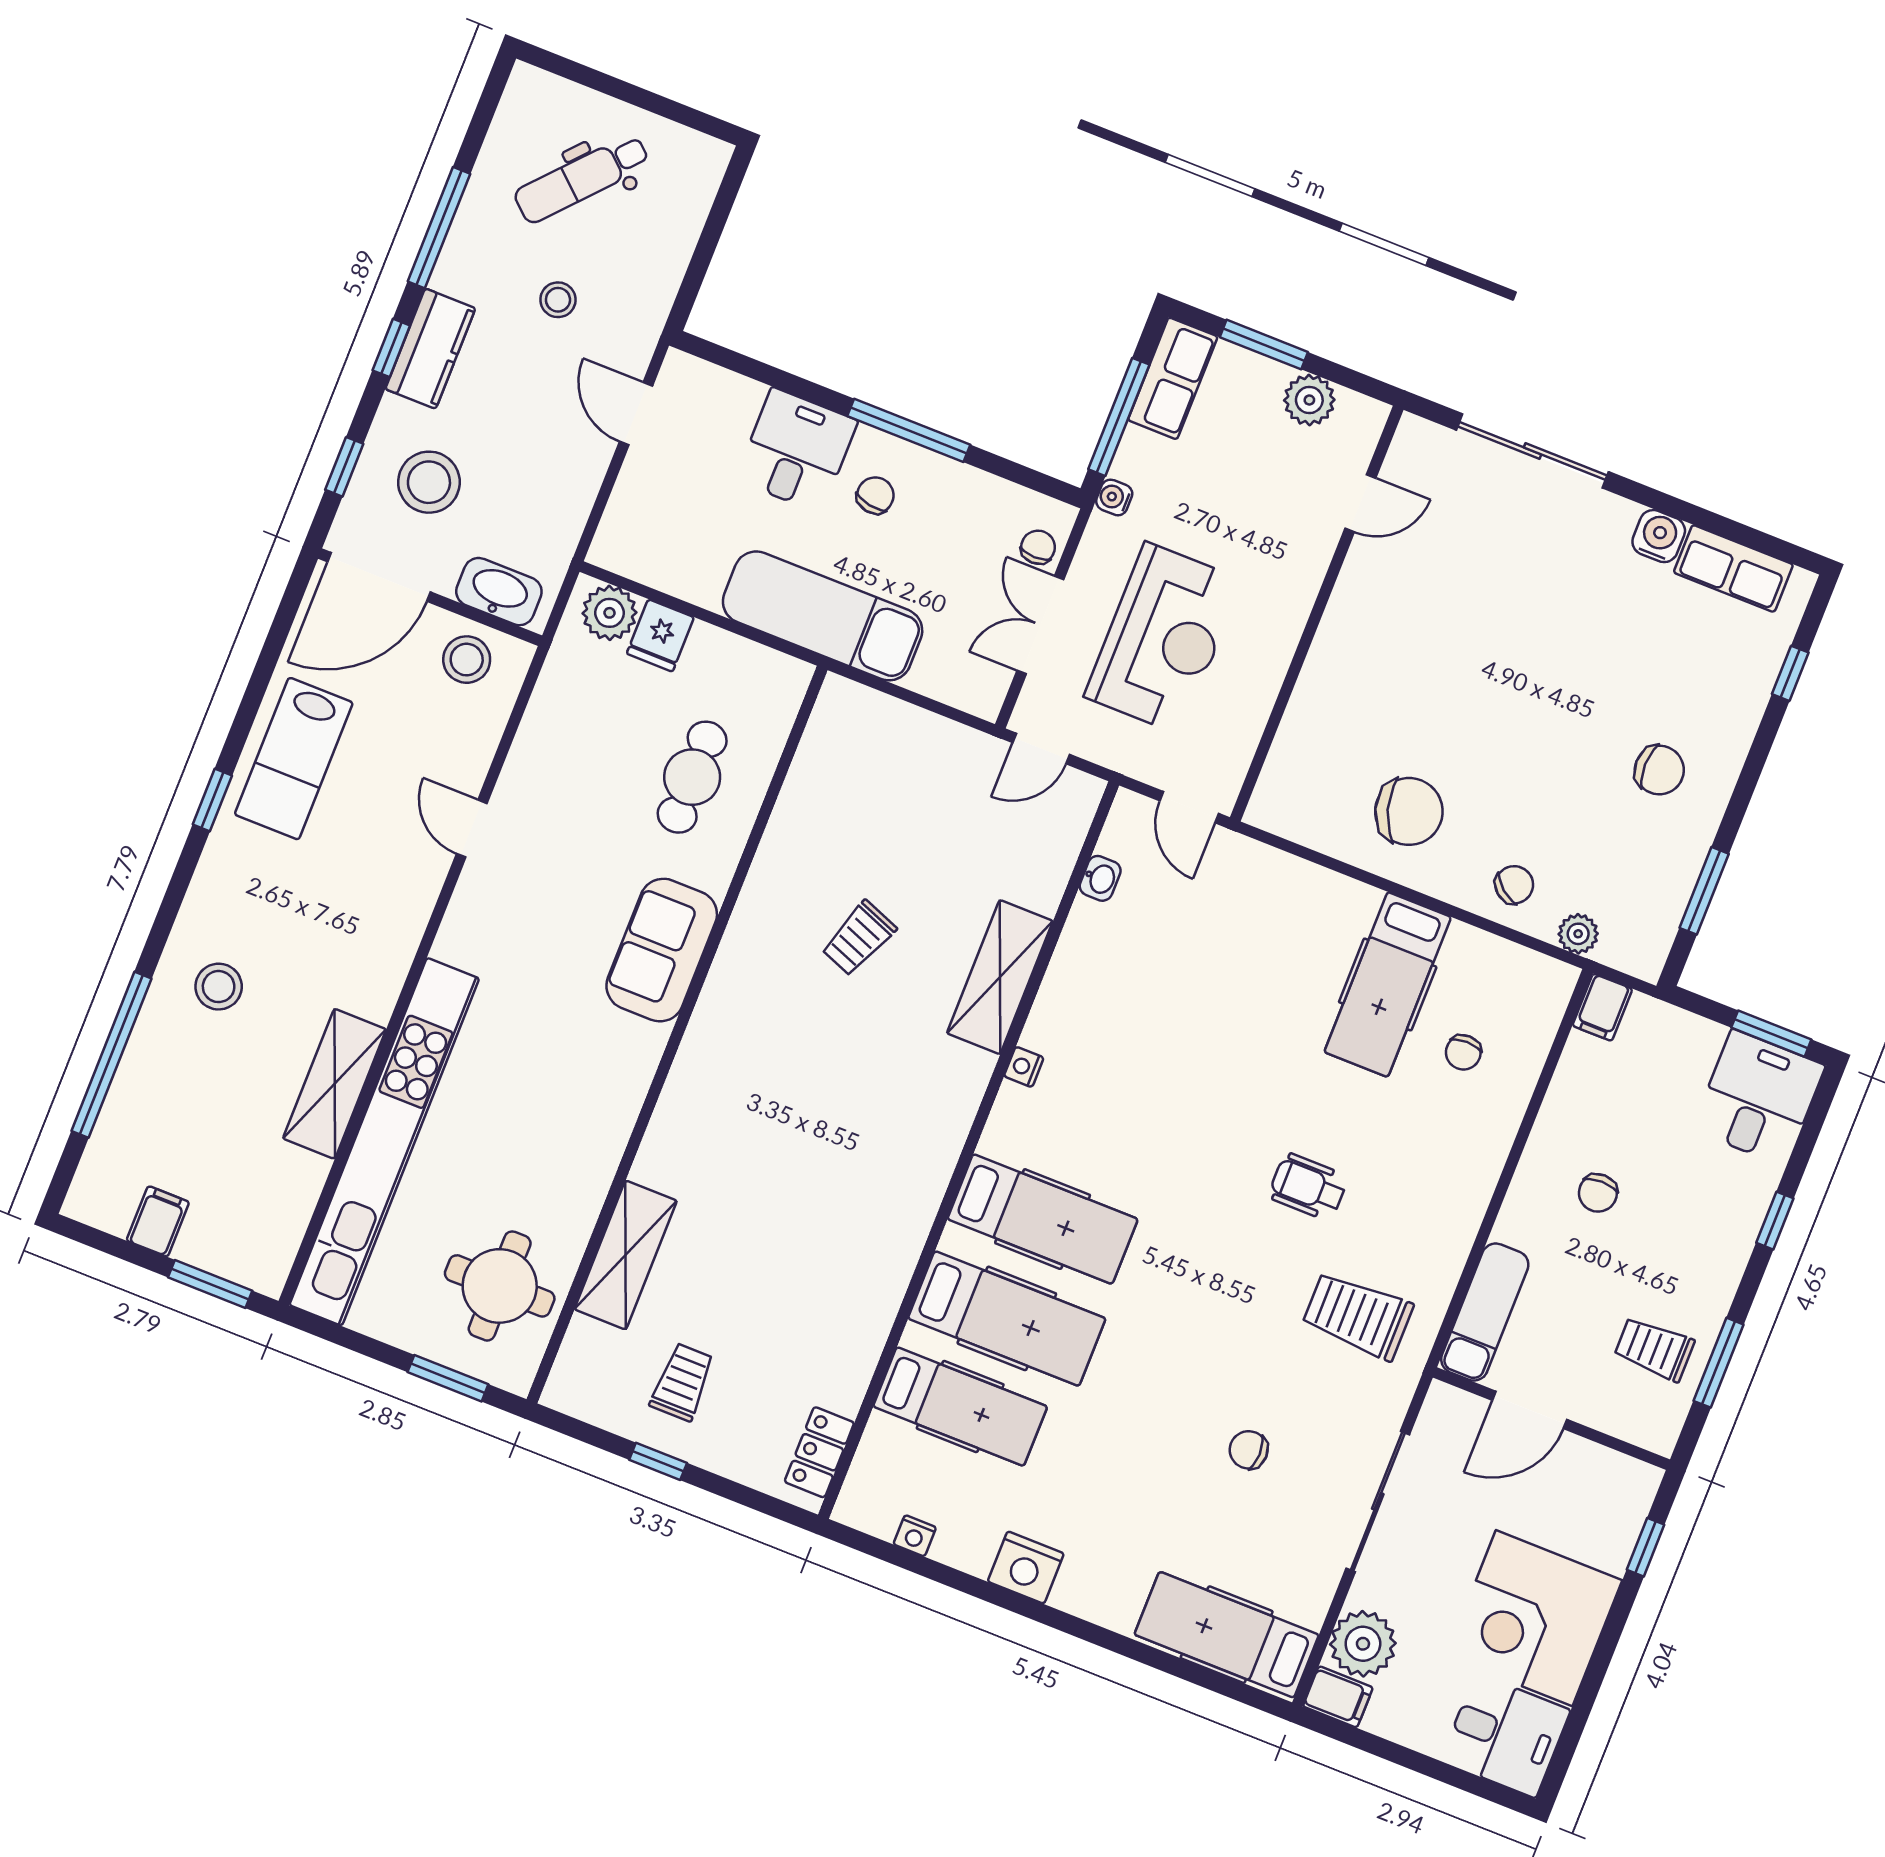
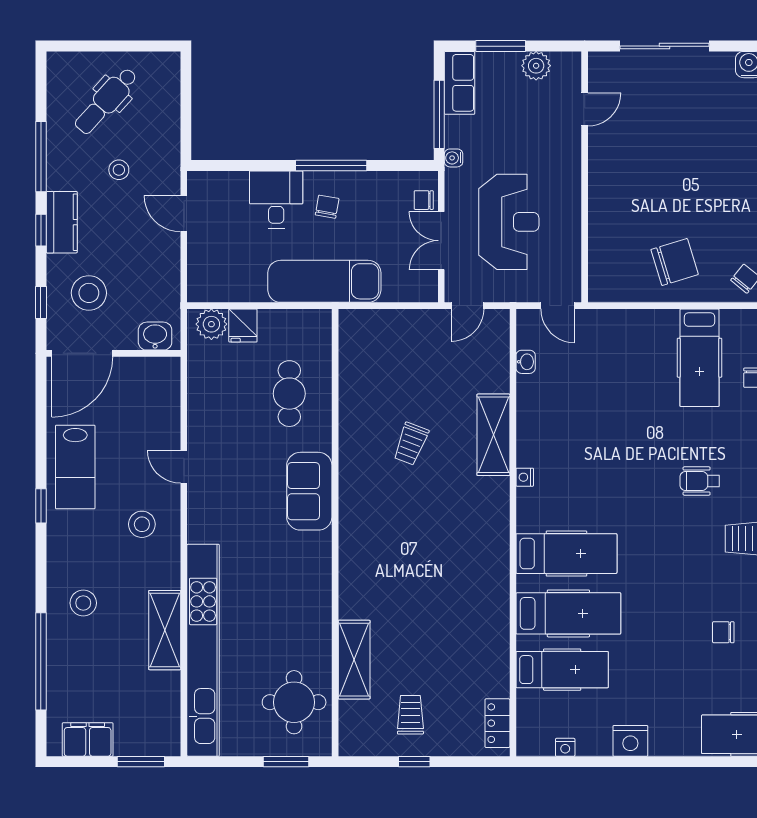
chair: (1038, 547) -> (424, 200), turned -90
washbasin: (499, 592) -> (155, 336), width x0.72
stool: (467, 660) -> (142, 524), moved
filing cabinet: (158, 1221) -> (88, 739), width x2.00

